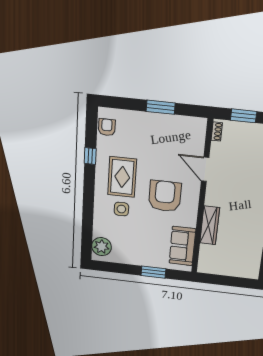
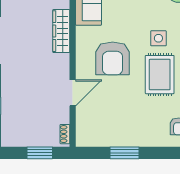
door: (205, 169) -> (73, 93), hinge flipped

